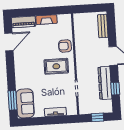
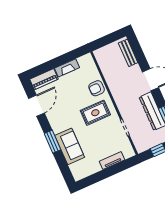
window: (13, 100) -> (52, 142), moved
sofa: (25, 103) -> (70, 146), moved

